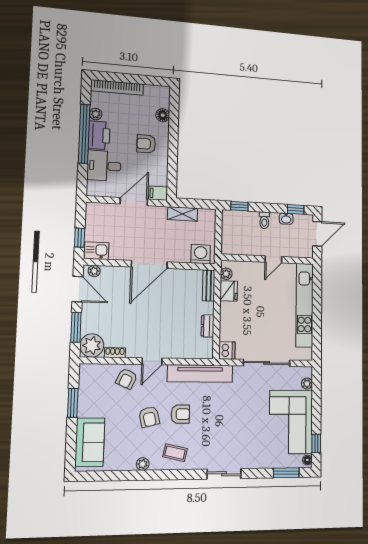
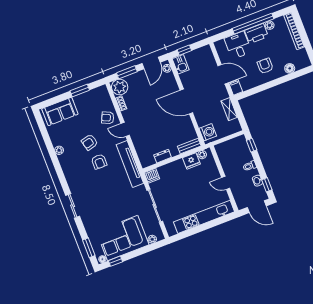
coffee table: (175, 453) -> (74, 168), removed

